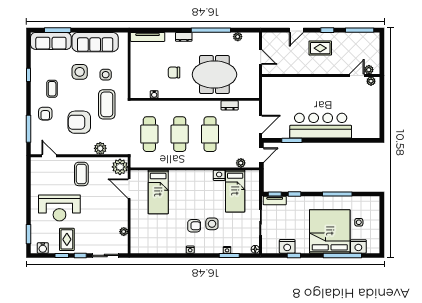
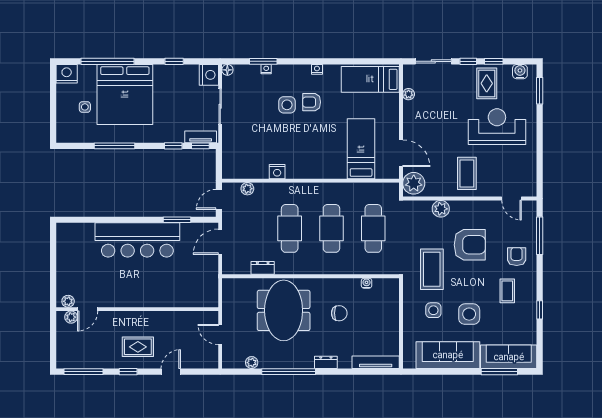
meeting table: (214, 75) -> (284, 310), turned 90
bed: (235, 191) -> (370, 79), moved, turned -90
nightstand: (287, 246) -> (209, 75), moved, turned 90
nightstand: (358, 246) -> (67, 74), moved

